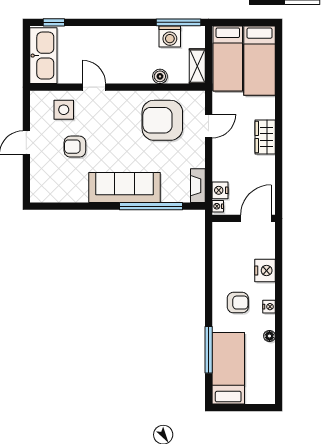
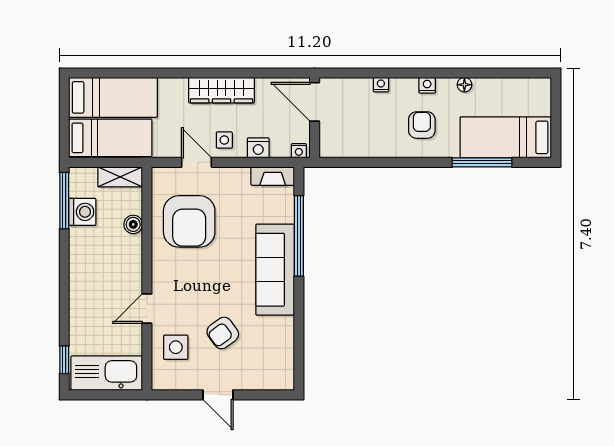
wardrobe: (265, 137) -> (222, 90), width x1.50
armchair: (75, 147) -> (223, 333), turned 54
side table: (226, 148) -> (224, 140), added
nightstand: (220, 190) -> (258, 148), moved
nightstand: (265, 271) -> (381, 85), width x0.53, depth x0.56

